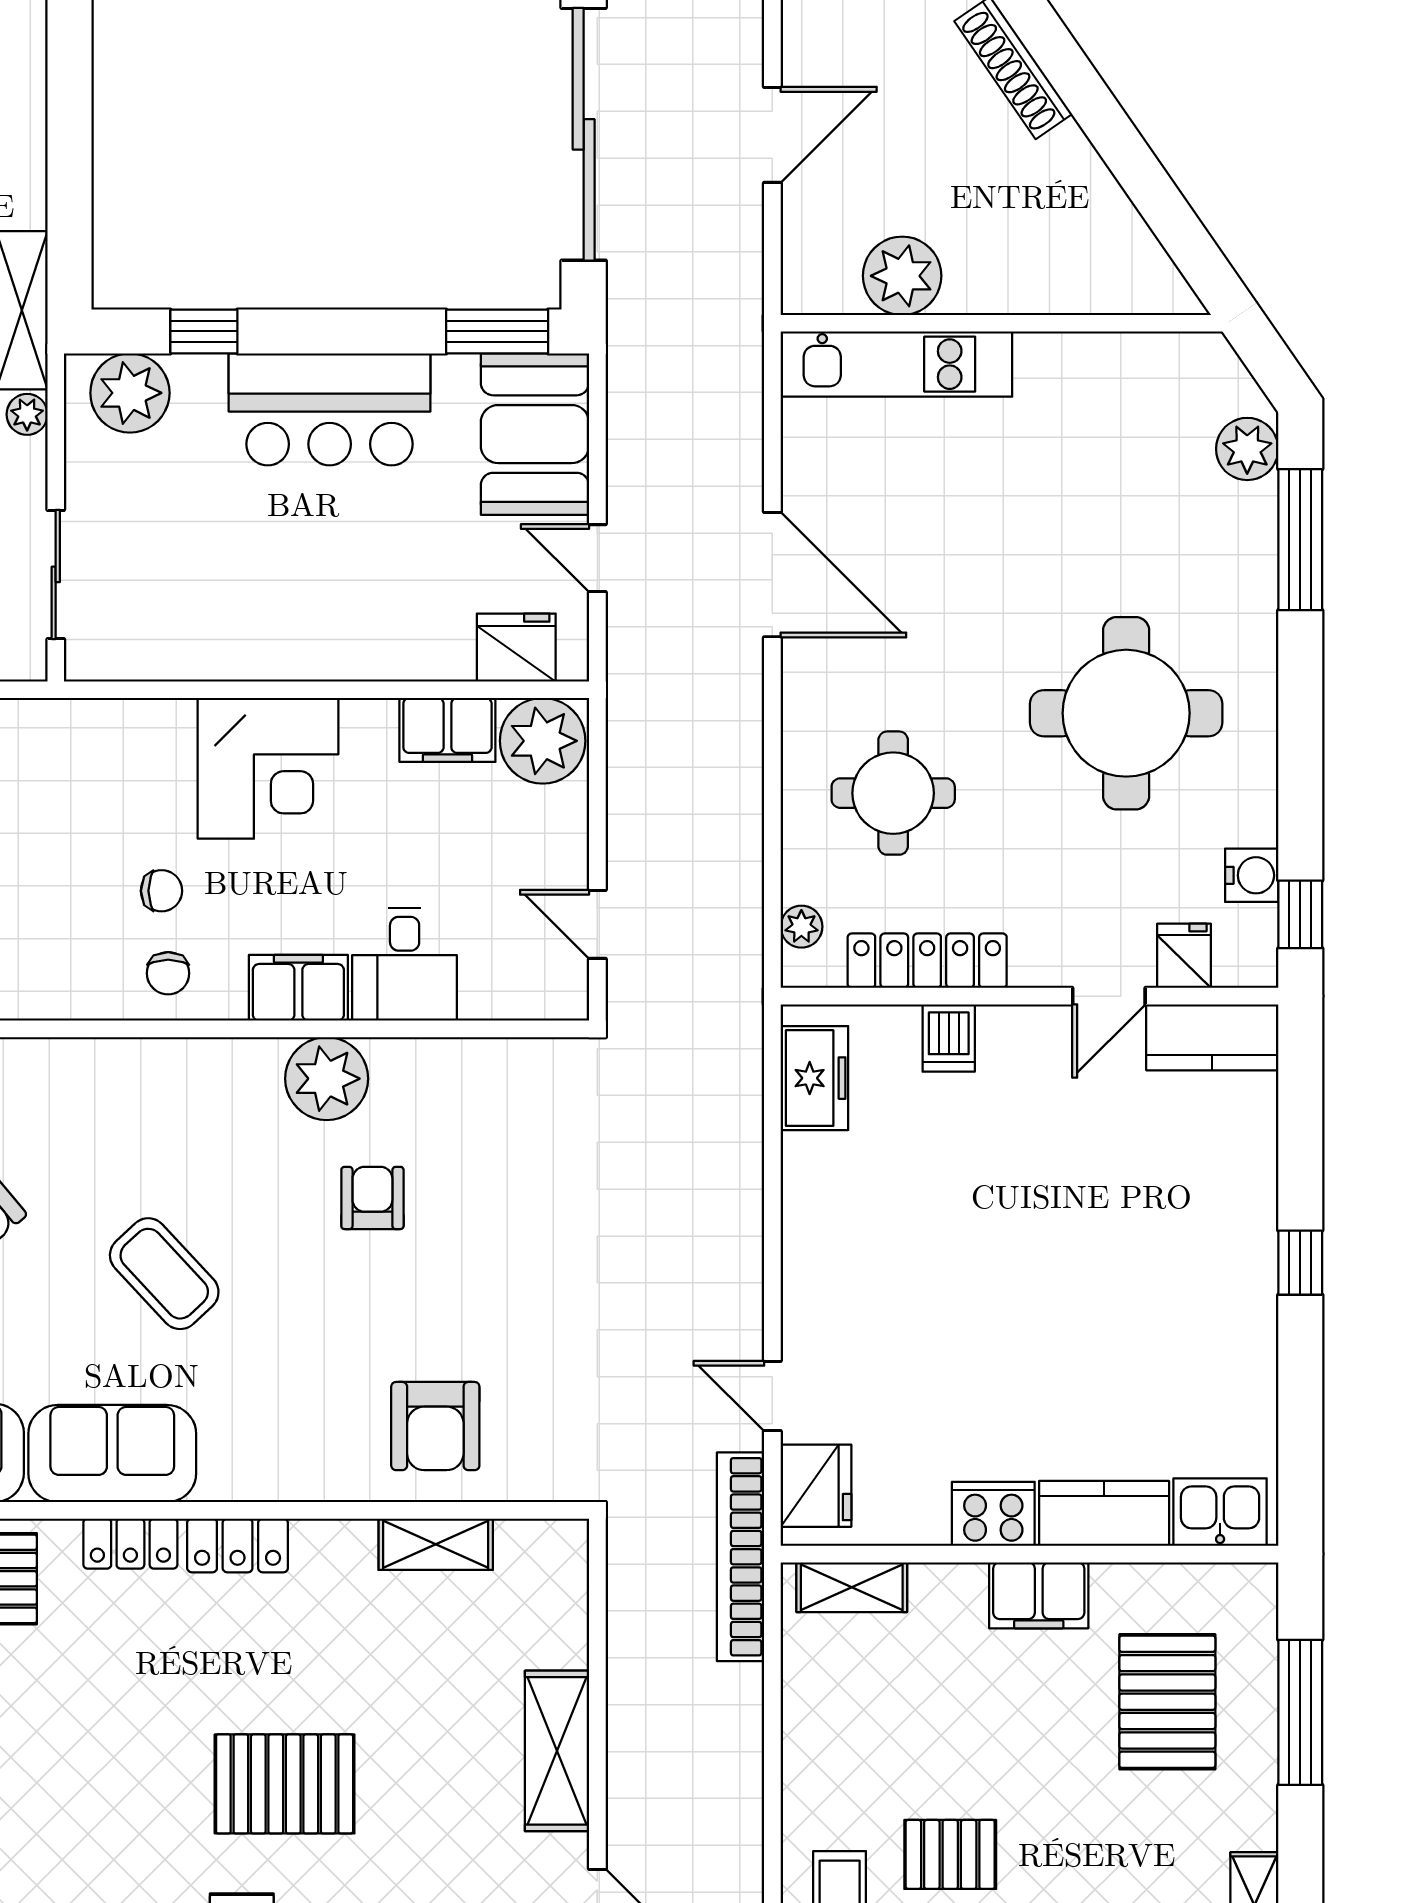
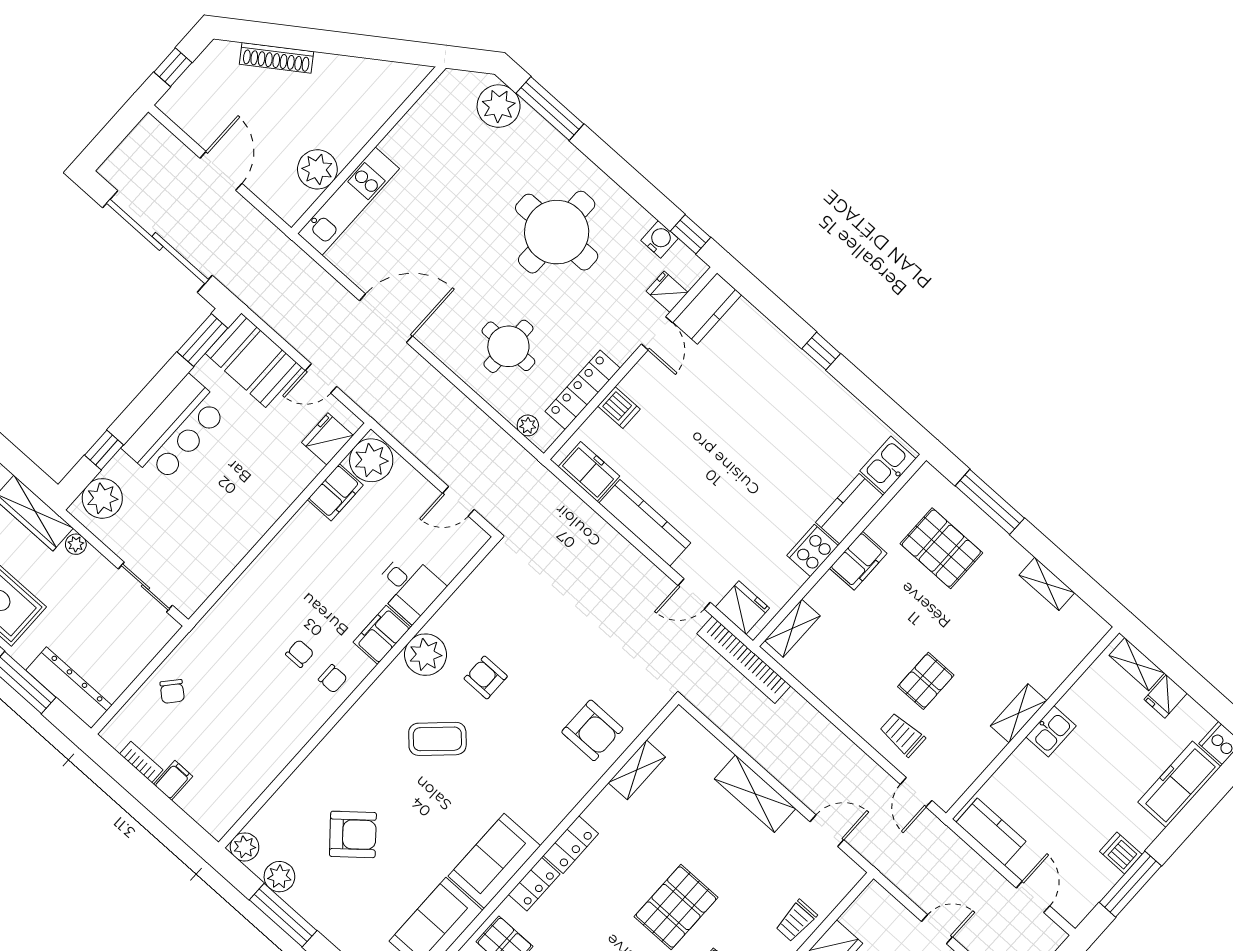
plant: (1247, 449) -> (499, 106), width x1.36, depth x1.36
corner desk: (268, 768) -> (289, 573), removed
kitchen counter: (812, 1229) -> (645, 523), added
coffee table: (164, 1274) -> (437, 739), moved

